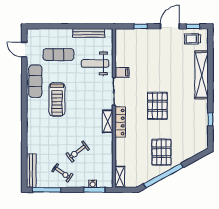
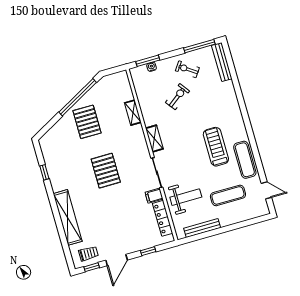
locker: (120, 122) -> (163, 218), moved
shelving: (120, 177) -> (133, 113), moved

